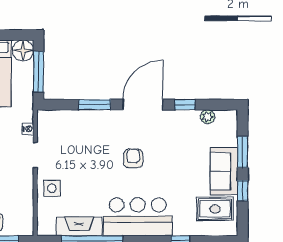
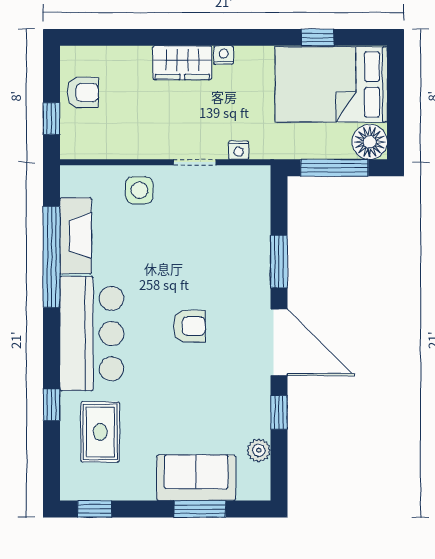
sofa: (224, 171) -> (196, 478), moved
window: (243, 191) -> (95, 509), moved
rug: (215, 209) -> (100, 432), moved

